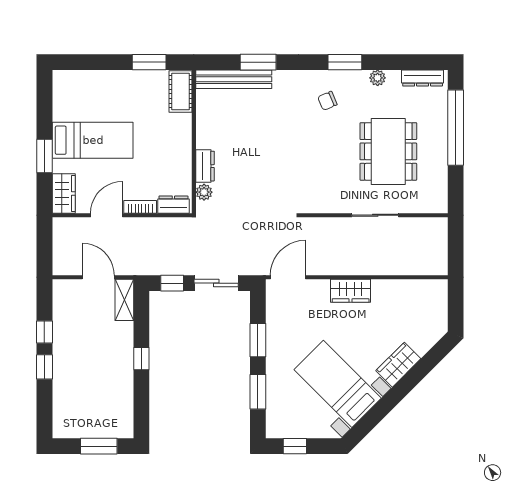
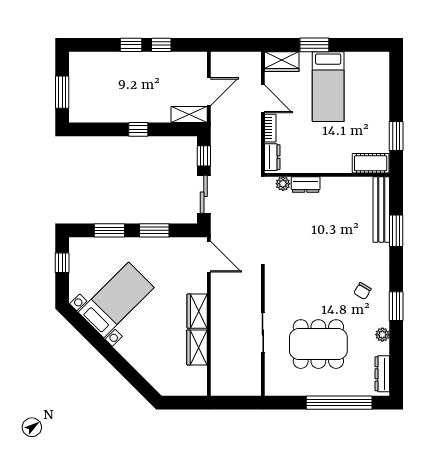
chair: (327, 101) -> (362, 291), turned -126
wardrobe: (398, 365) -> (197, 347), moved, turned -135

